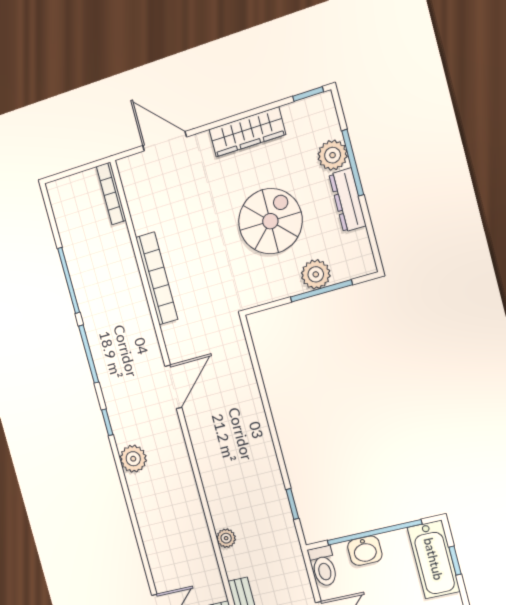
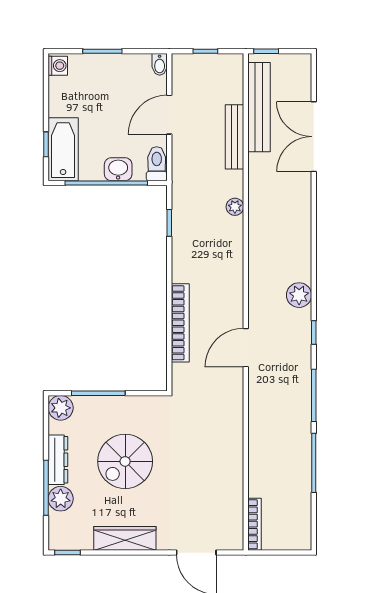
plant: (316, 274) -> (61, 408), moved
bookcase: (157, 278) -> (180, 323), moved, turned 180

